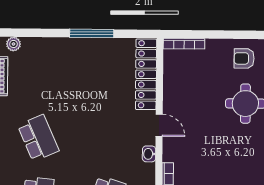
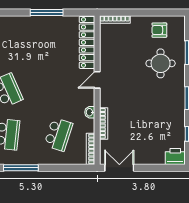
door: (159, 125) -> (97, 80), swing flipped
washbasin: (149, 154) -> (90, 112), moved

